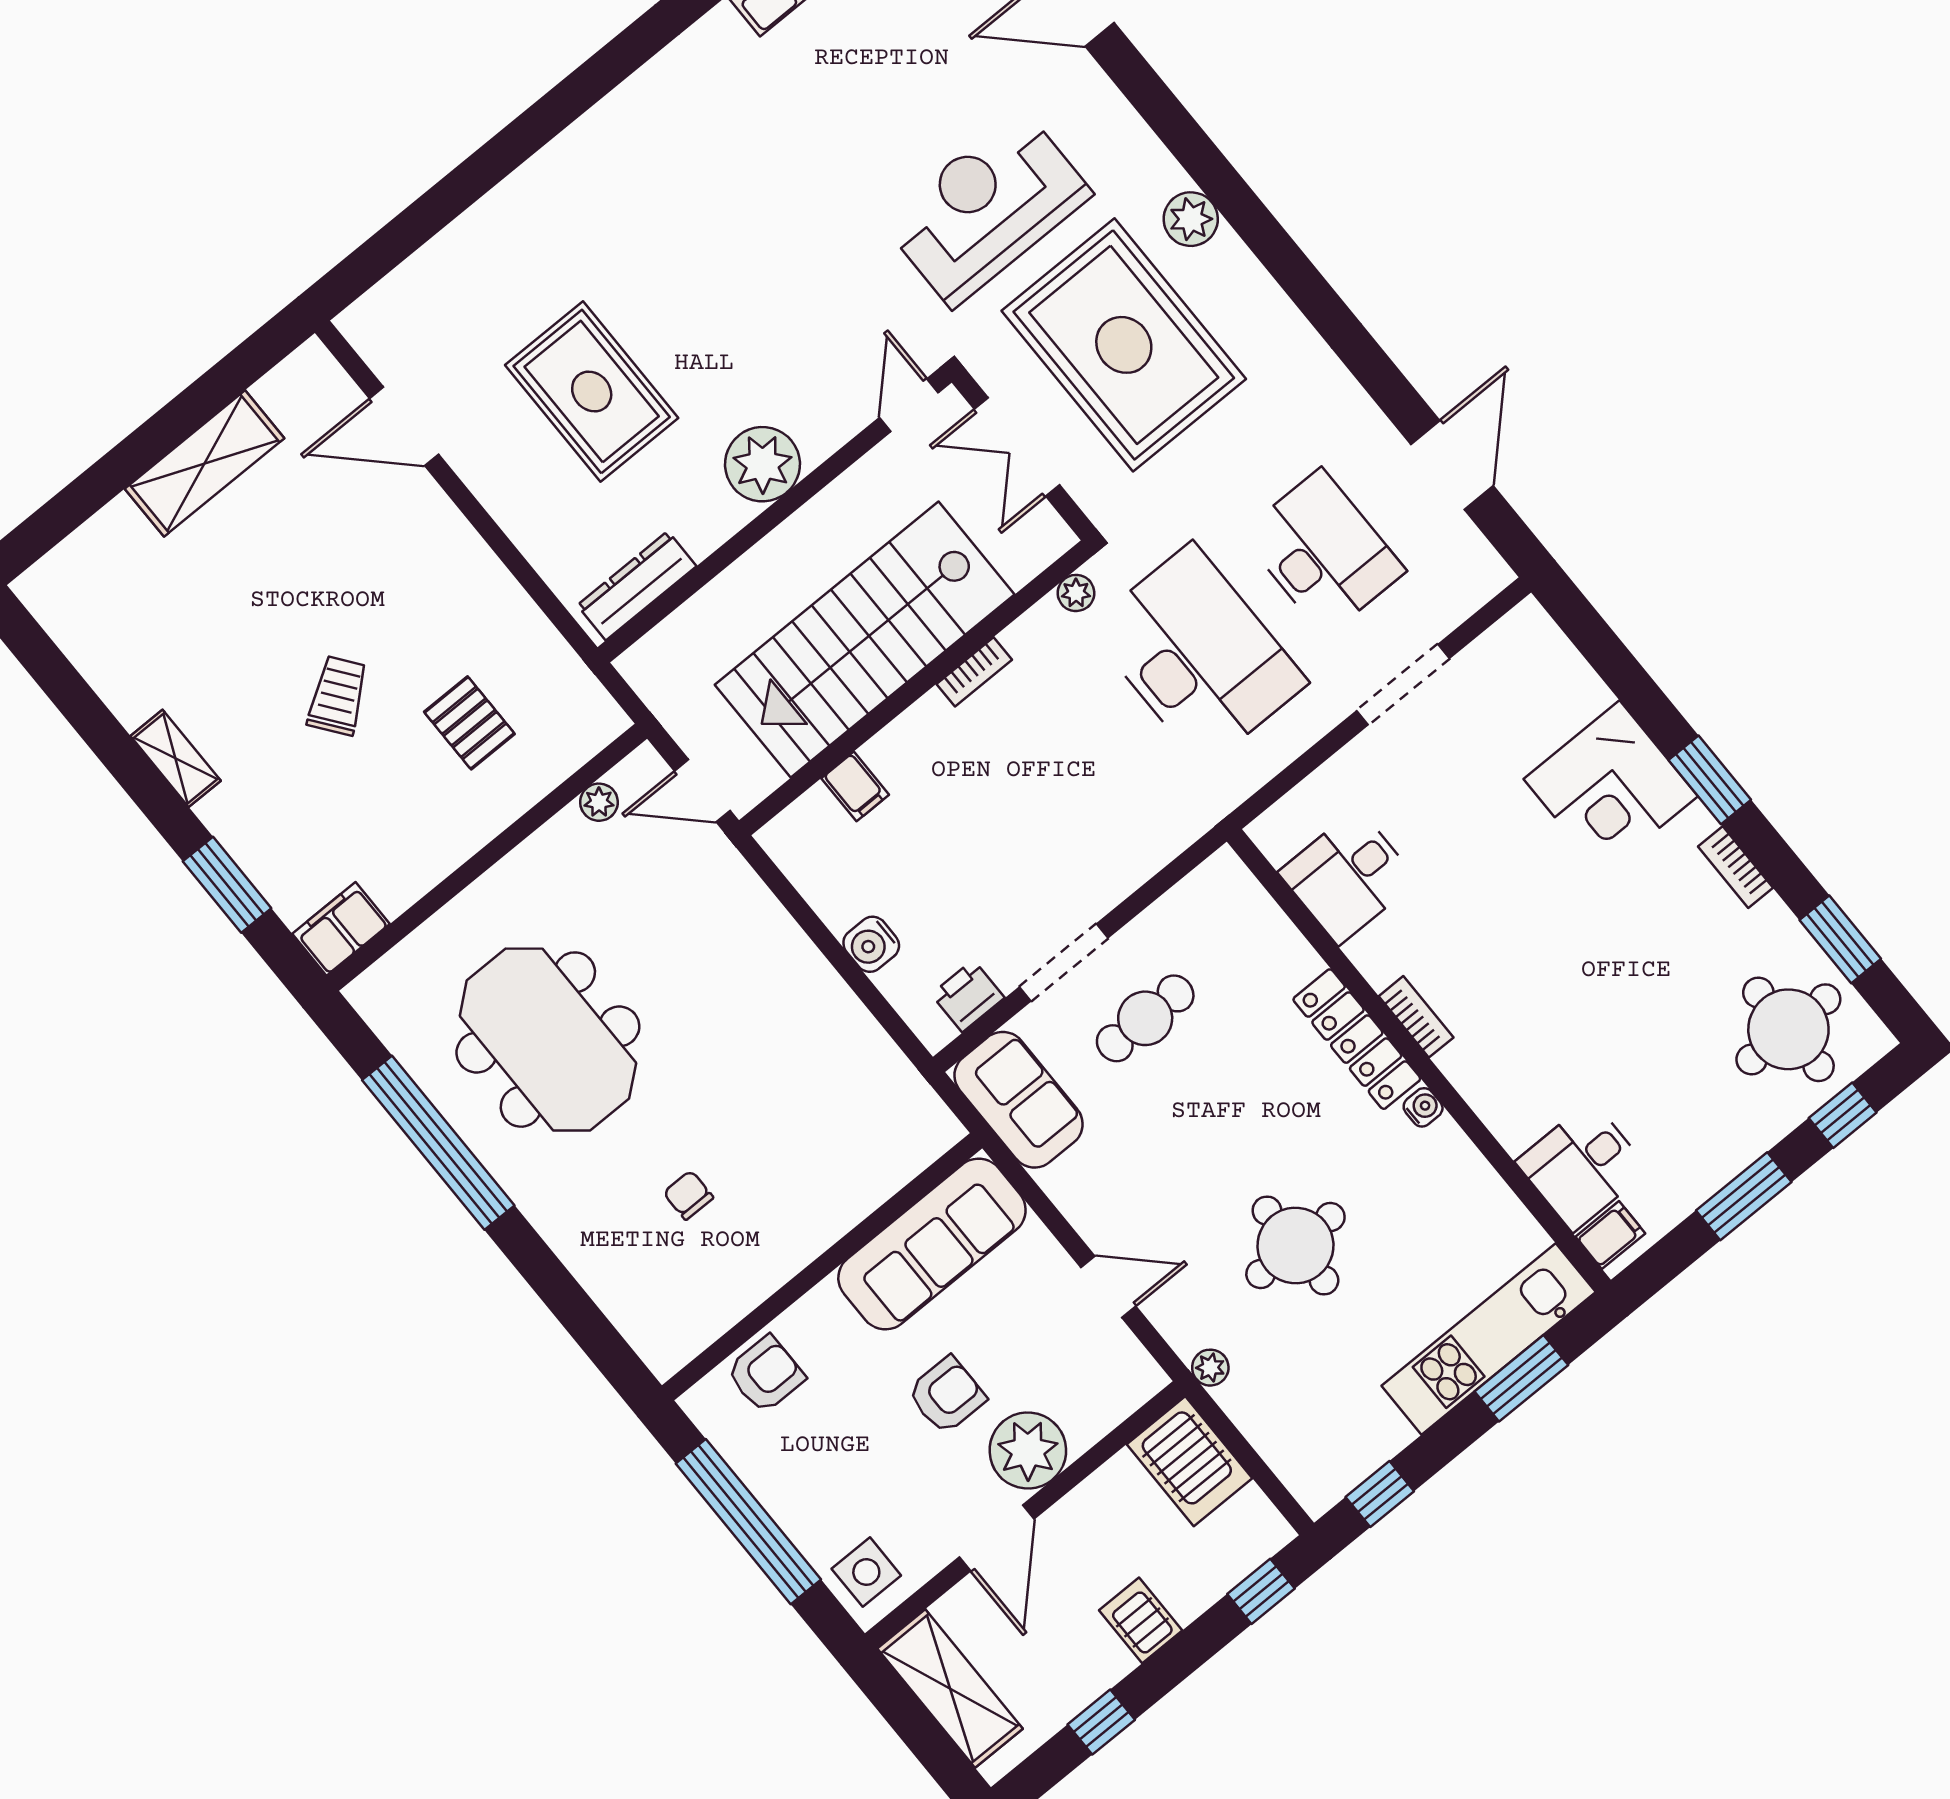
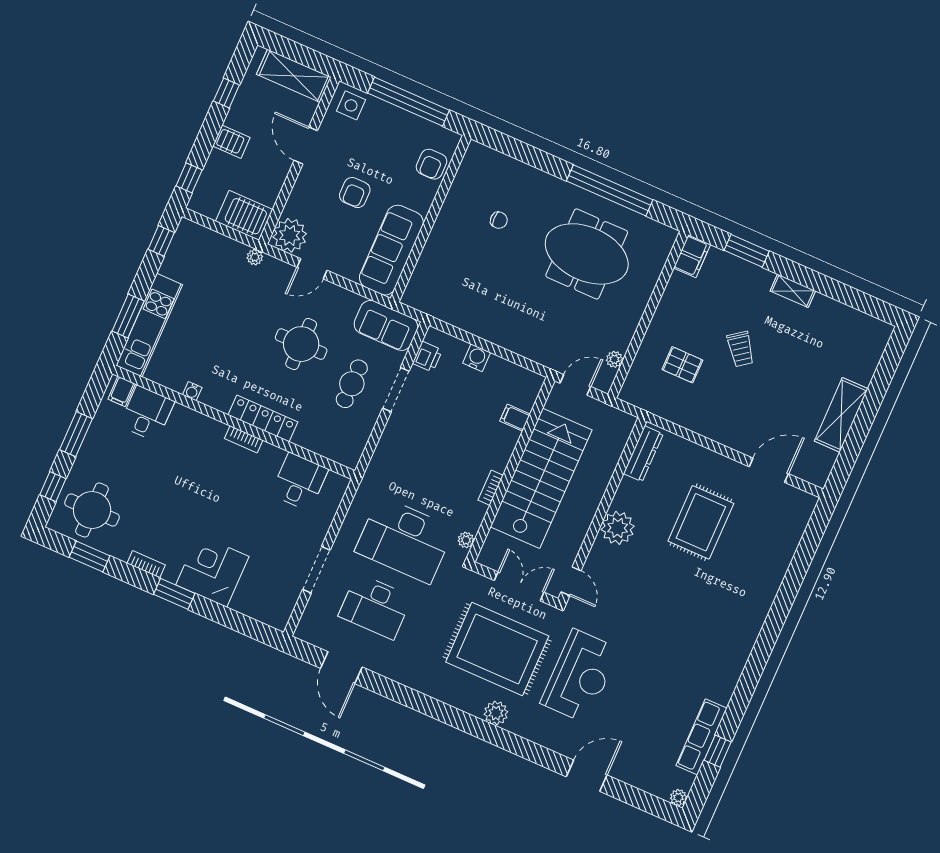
rug: (592, 392) -> (701, 522), turned 90
water cooler: (1423, 1107) -> (192, 391), moved
round table: (1295, 1245) -> (301, 344), moved
plant: (1028, 1451) -> (290, 235), moved

